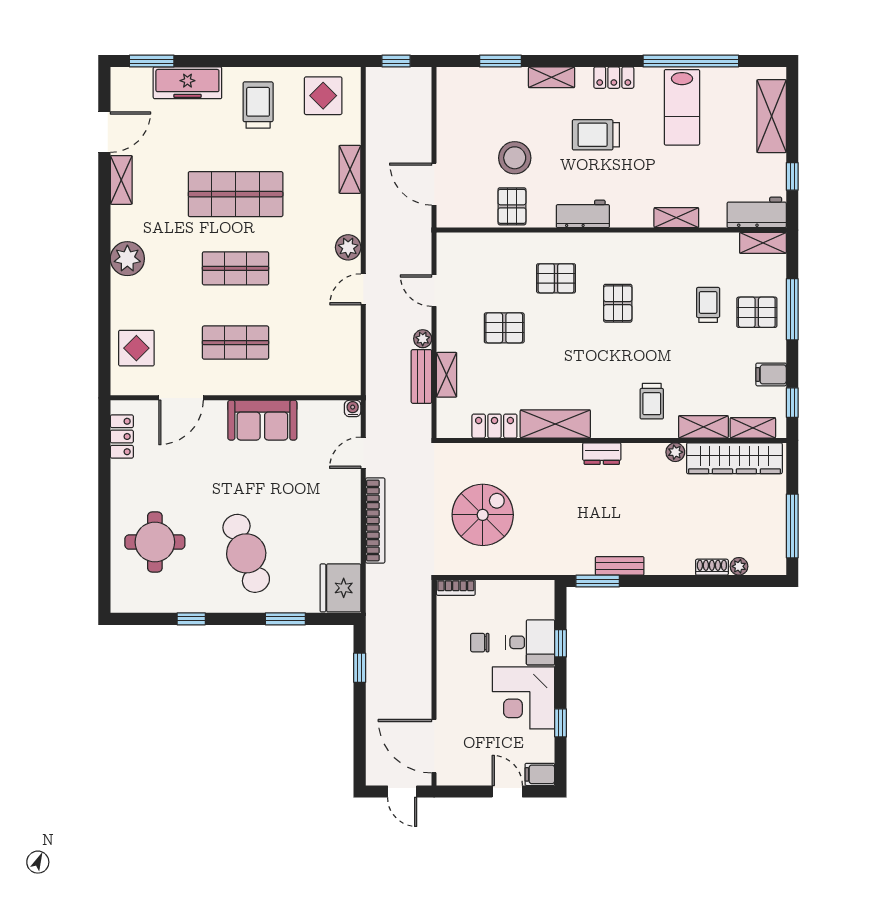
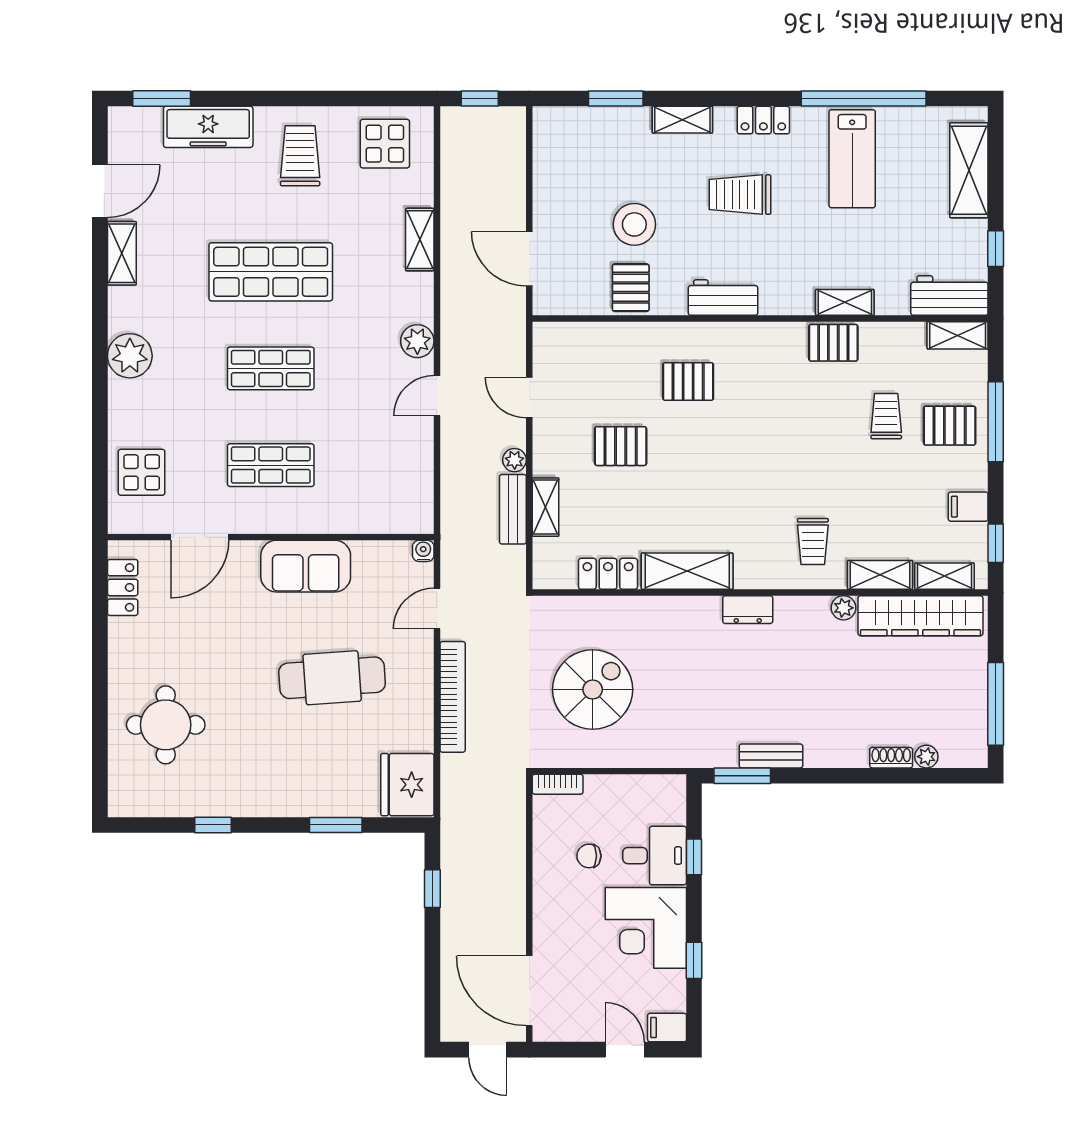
pallet: (618, 303) -> (833, 343), moved, turned 90
cafe table: (246, 553) -> (332, 678), moved, turned -74

